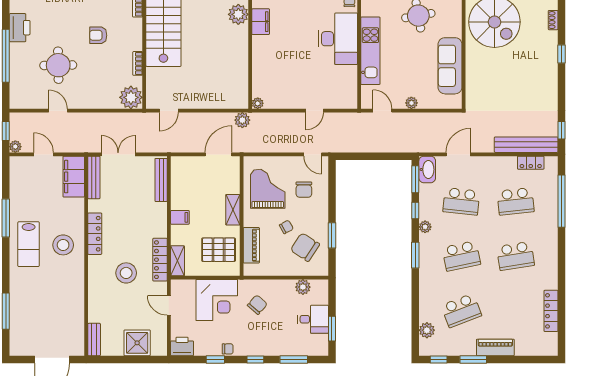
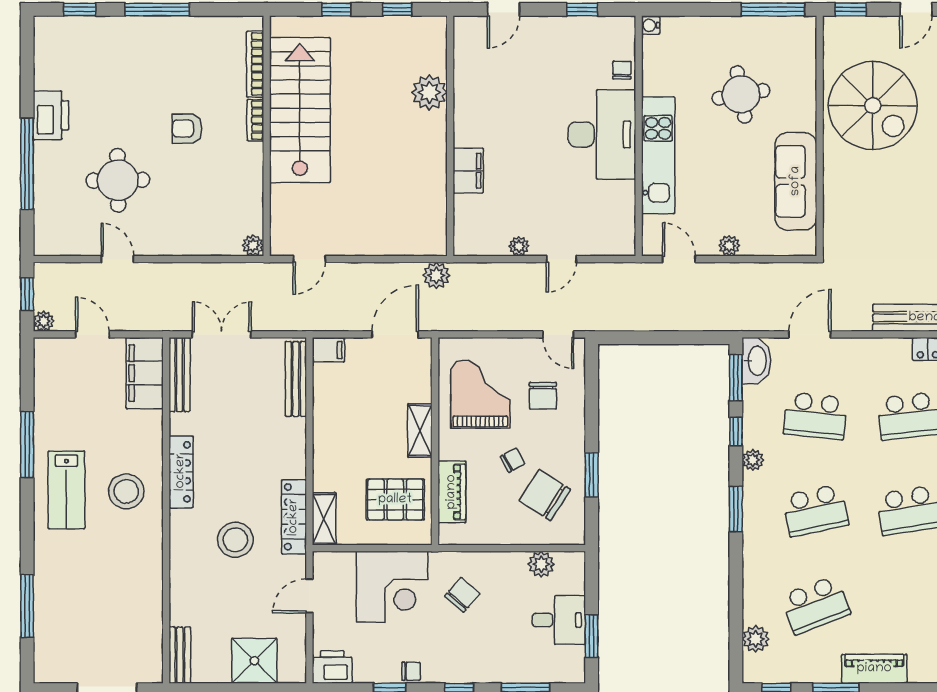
filing cabinet: (261, 22) -> (468, 171), moved
bookcase: (138, 63) -> (255, 120), moved
plant: (131, 97) -> (253, 245), width x0.53, depth x0.53
plant: (258, 103) -> (519, 246), moved
filing cabinet: (180, 217) -> (328, 350), moved
door: (169, 305) -> (309, 596), hinge flipped

